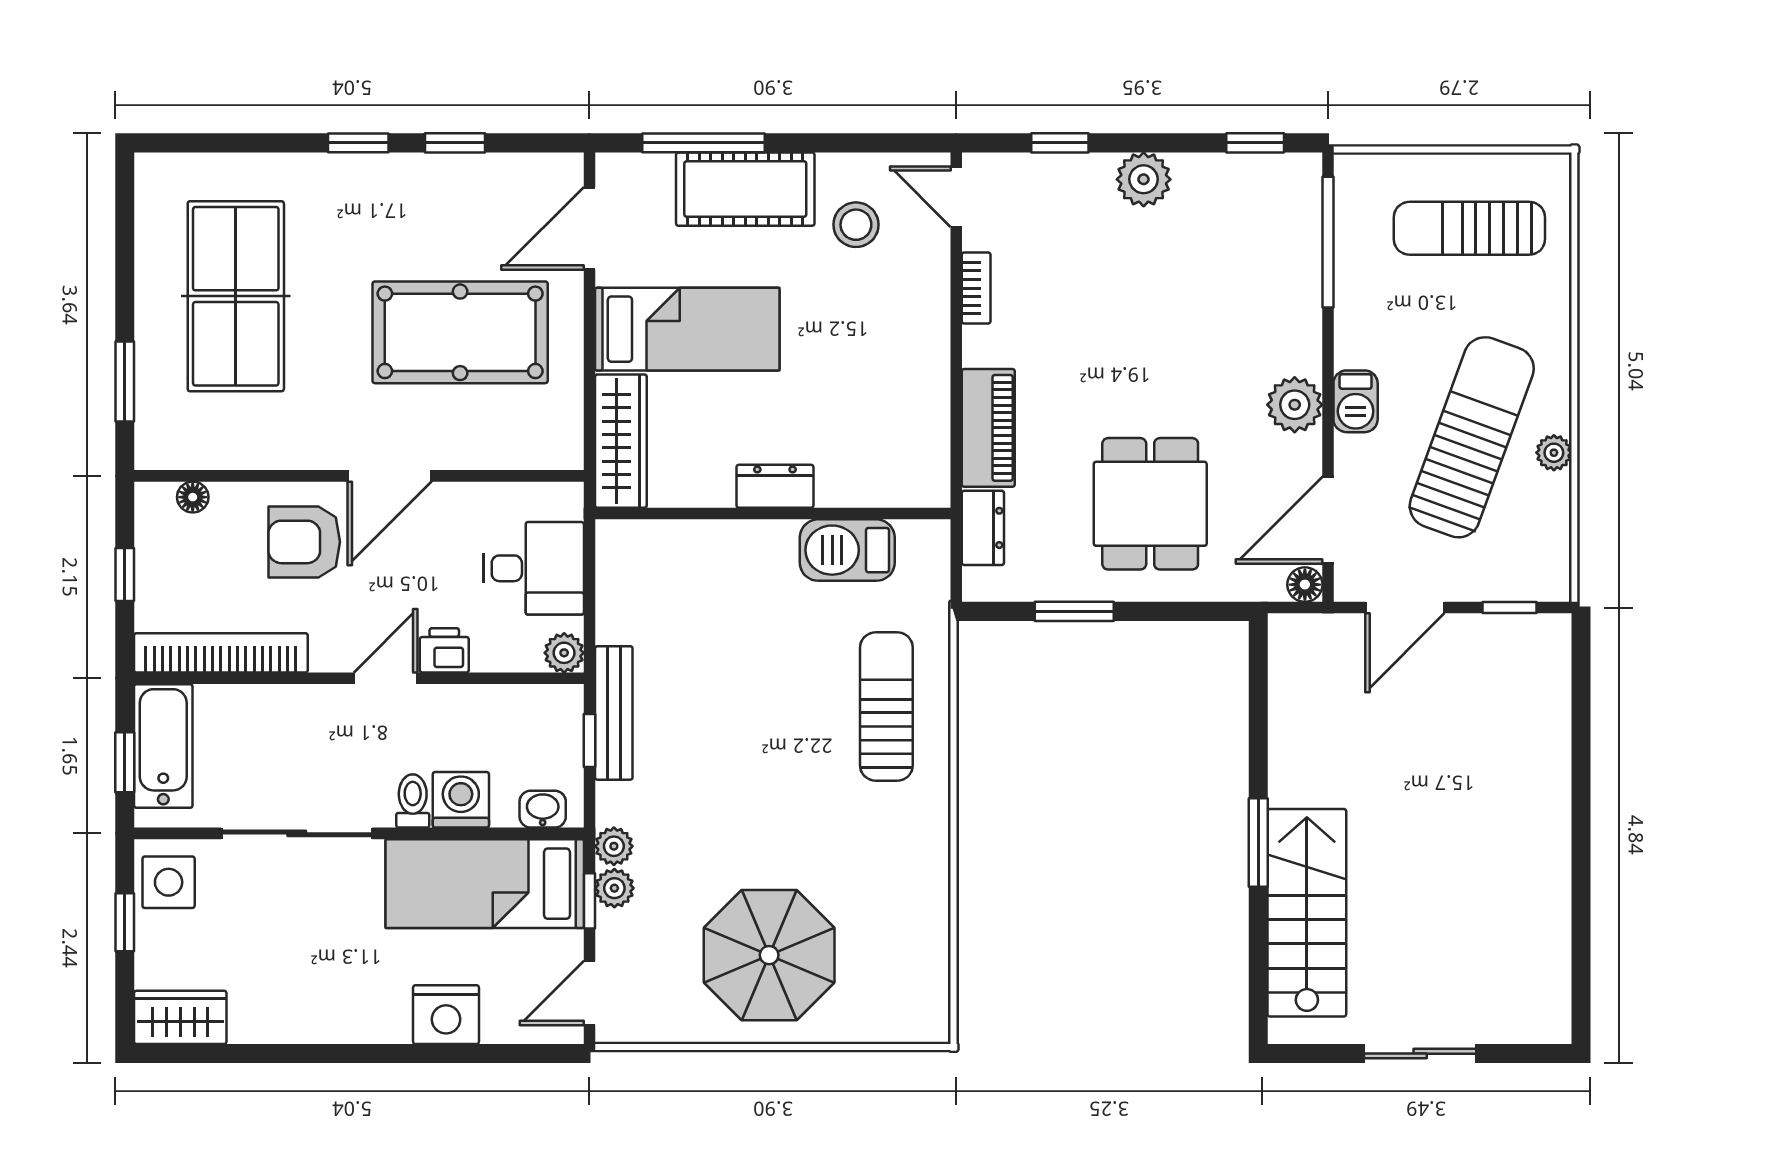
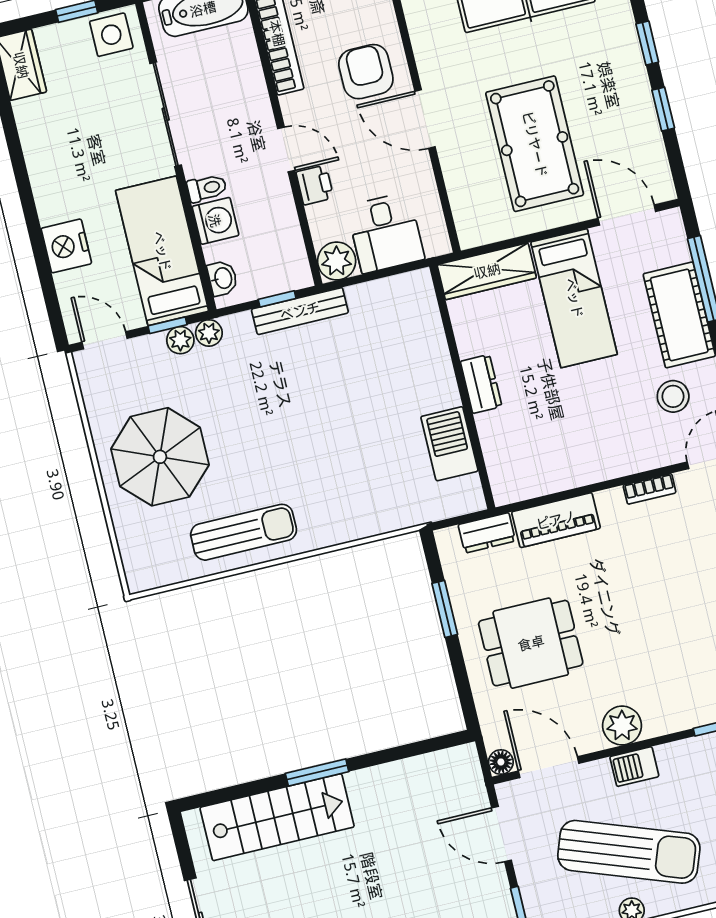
plant: (564, 653) -> (337, 261), width x1.38, depth x1.38
sun lounger: (886, 706) -> (244, 532), moved

